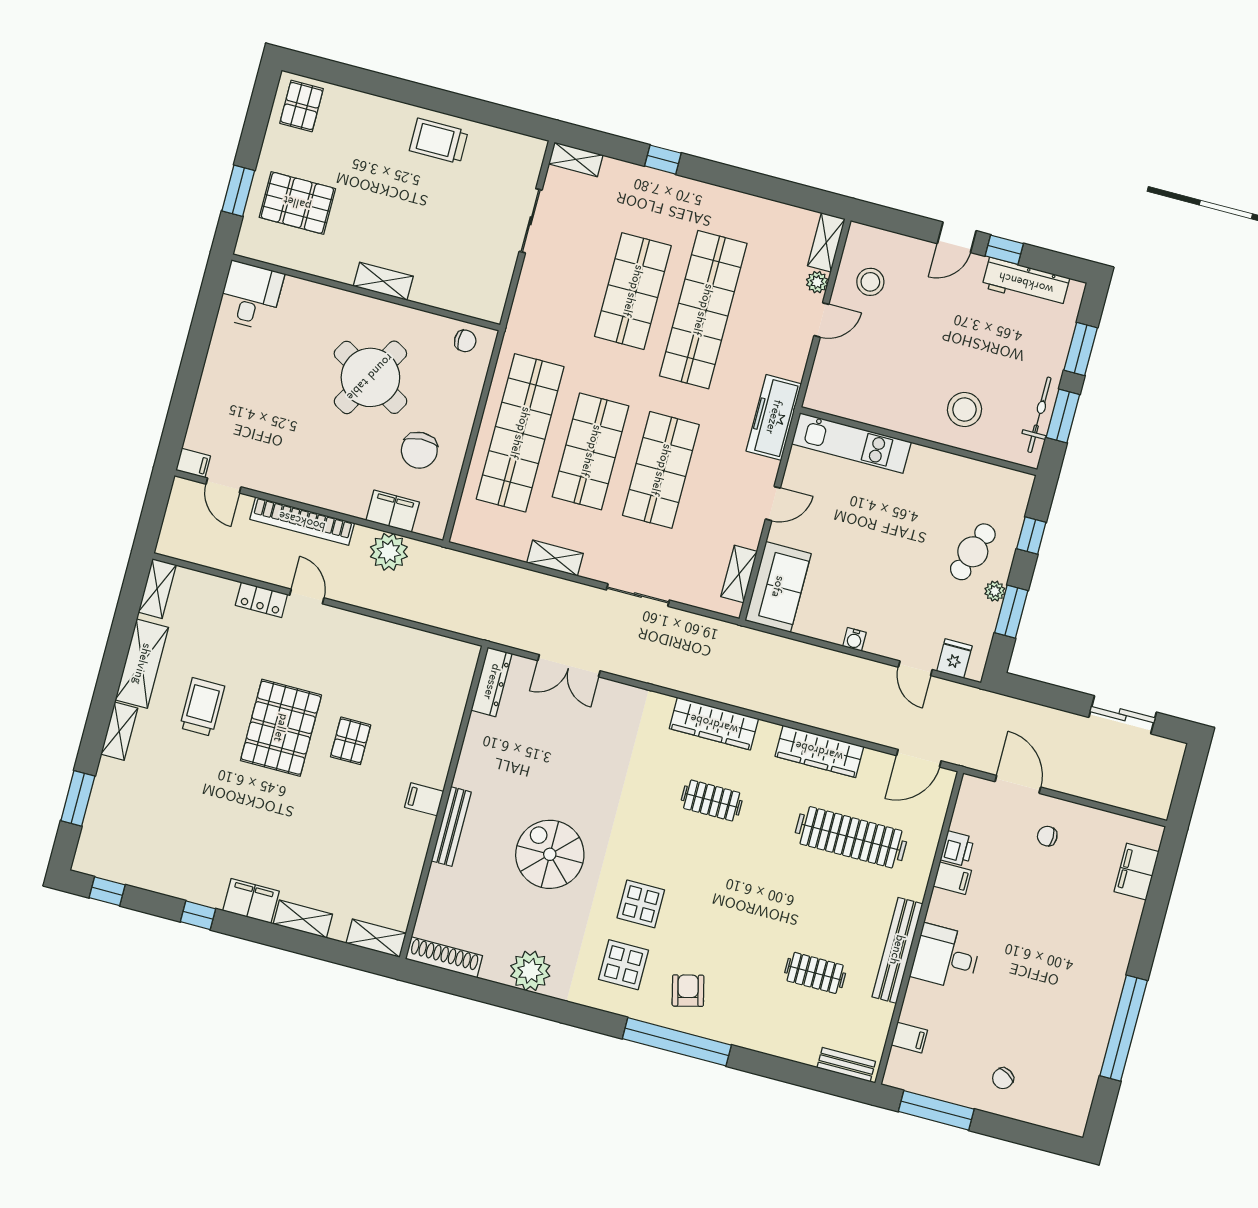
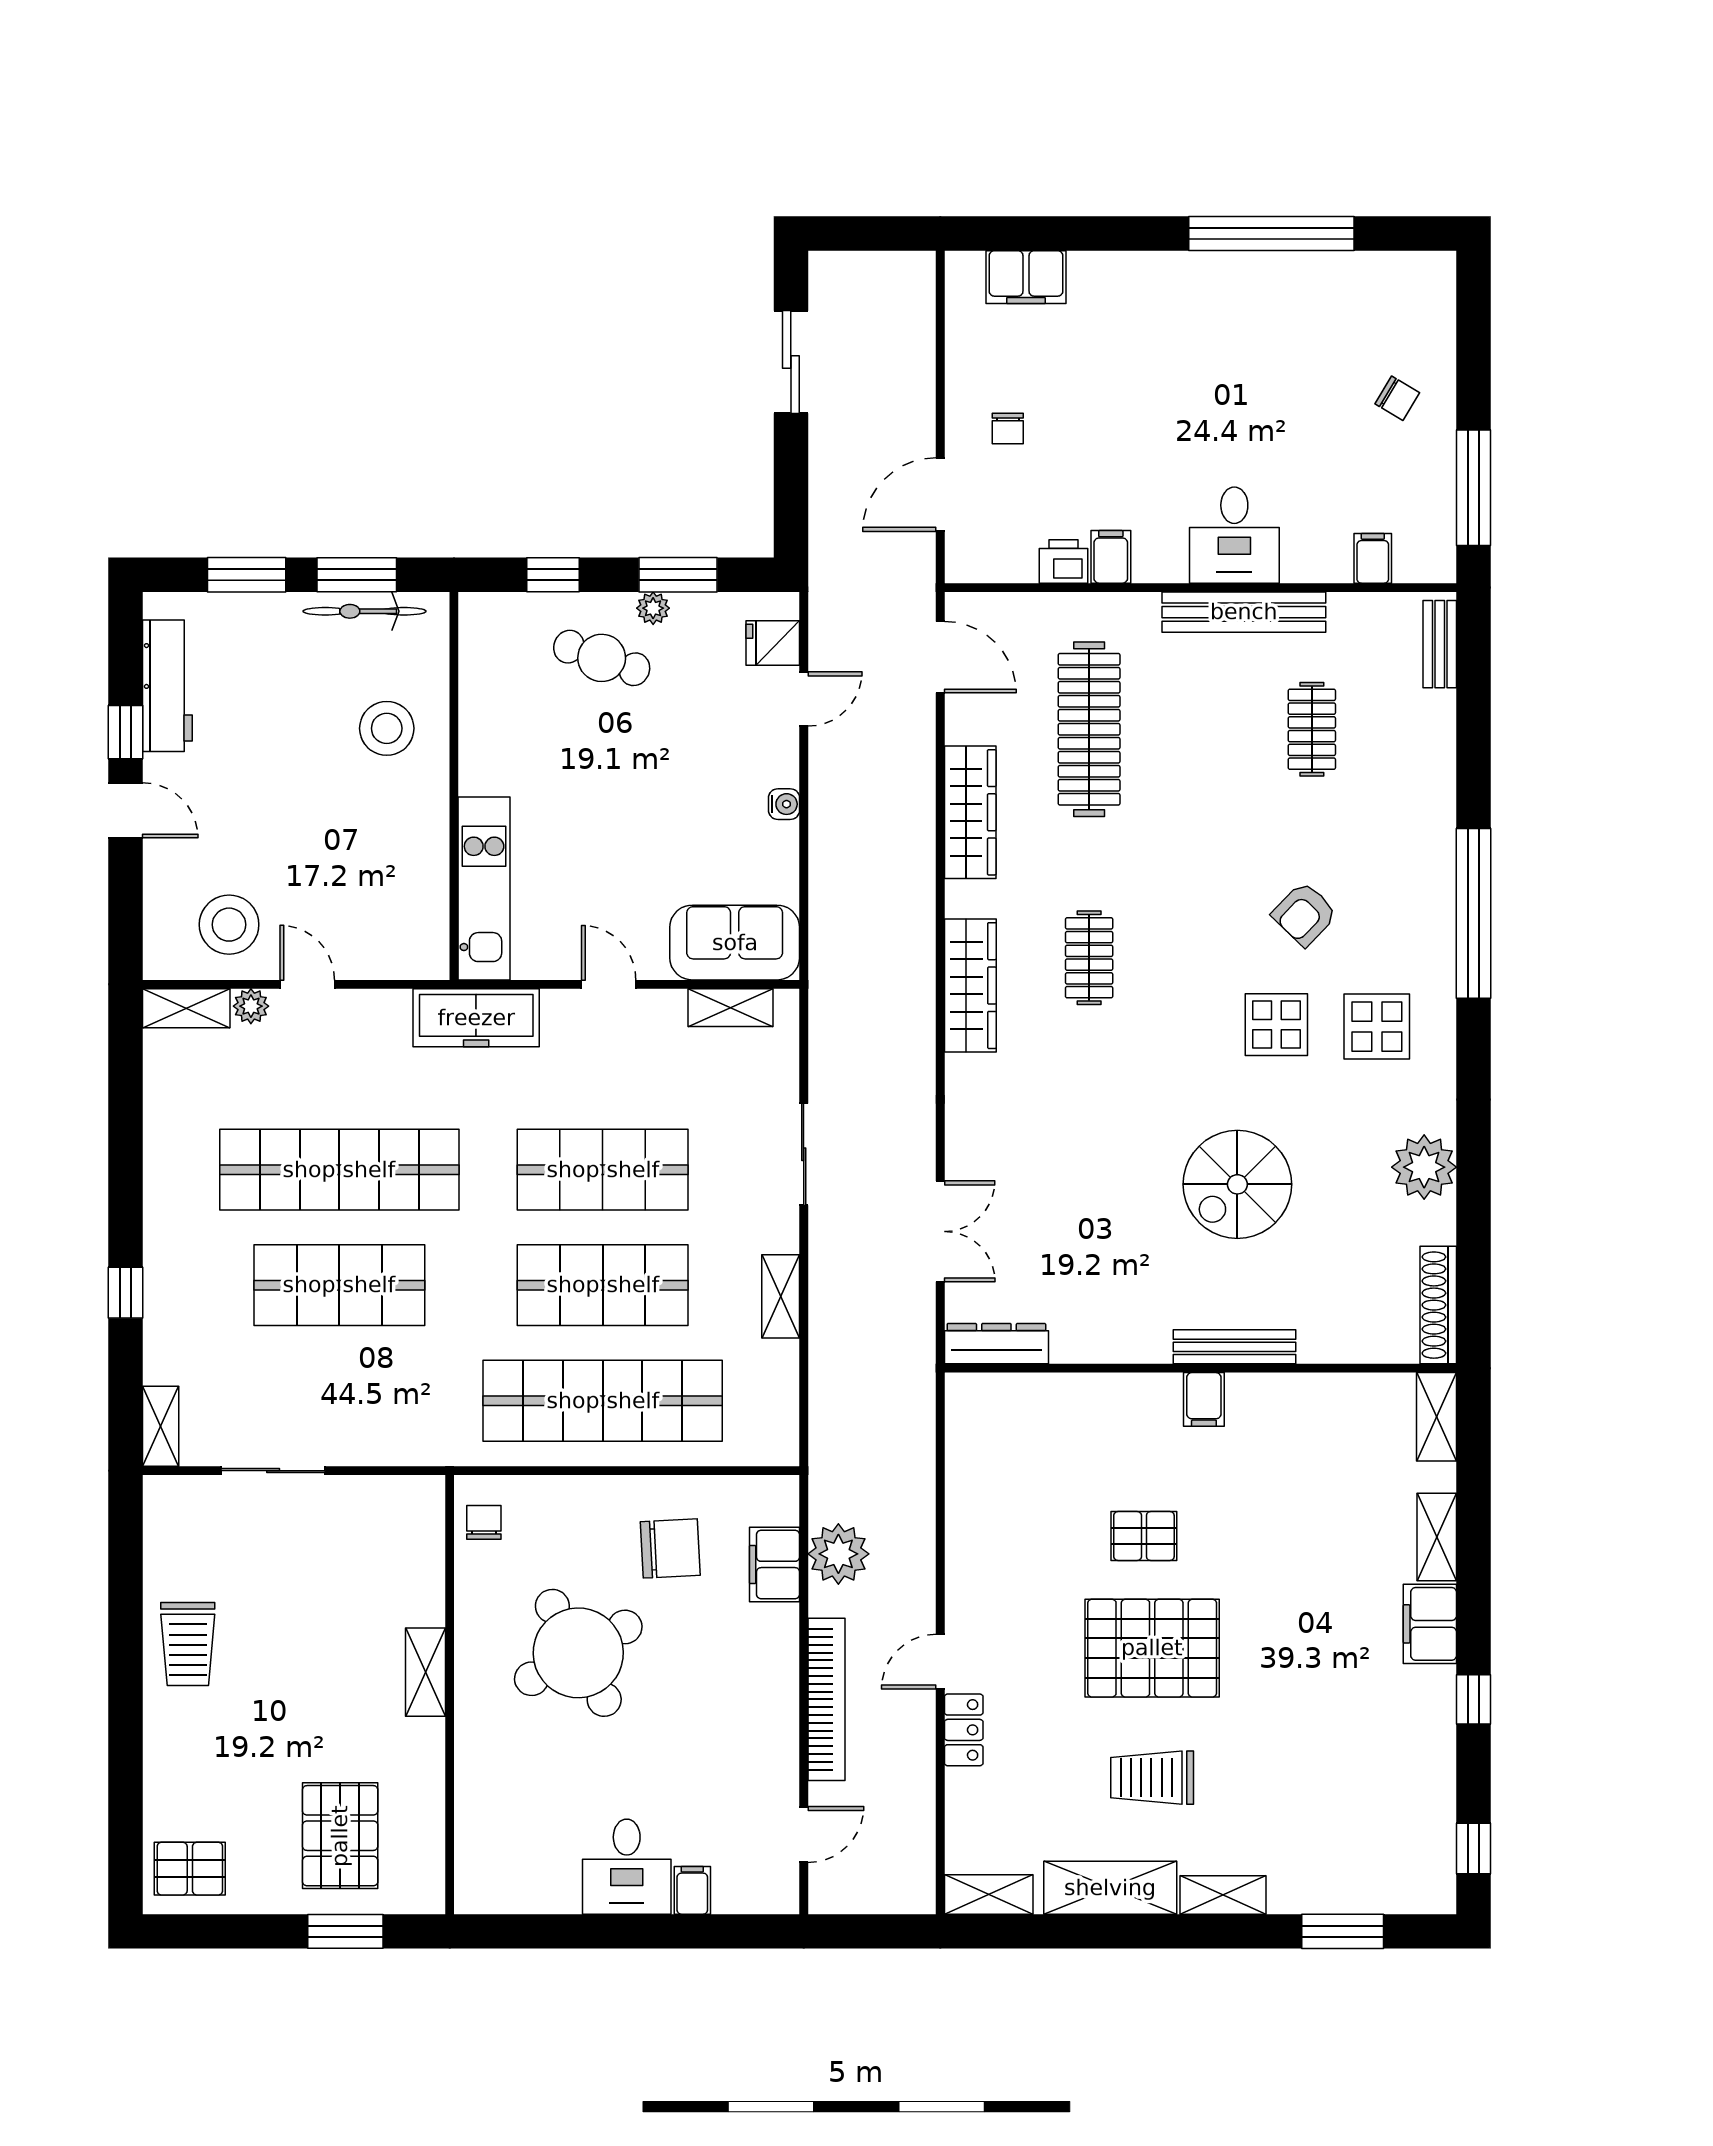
stool: (870, 282) -> (229, 925), width x1.38, depth x1.38
desk: (250, 296) -> (627, 1867), moved, turned -90
round table: (370, 377) -> (578, 1653), turned 31
filing cabinet: (193, 463) -> (692, 1890), moved
armchair: (688, 991) -> (1305, 914), moved, turned -32

